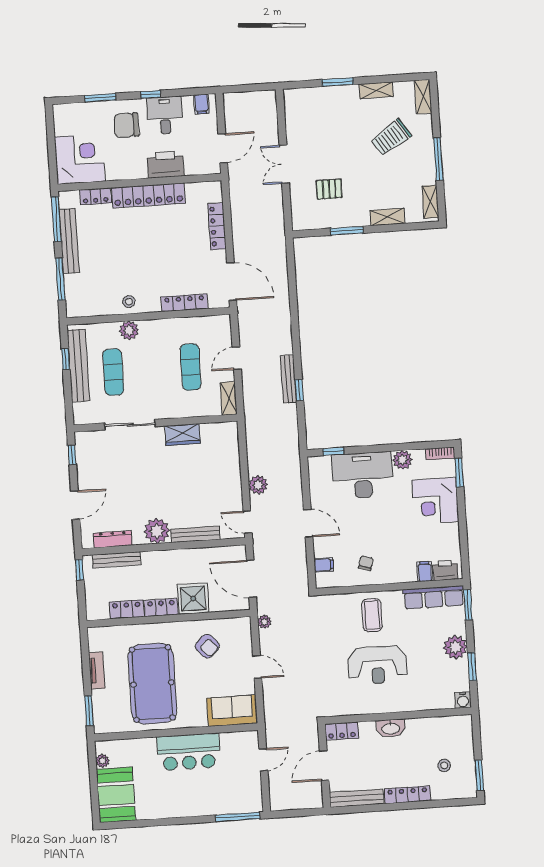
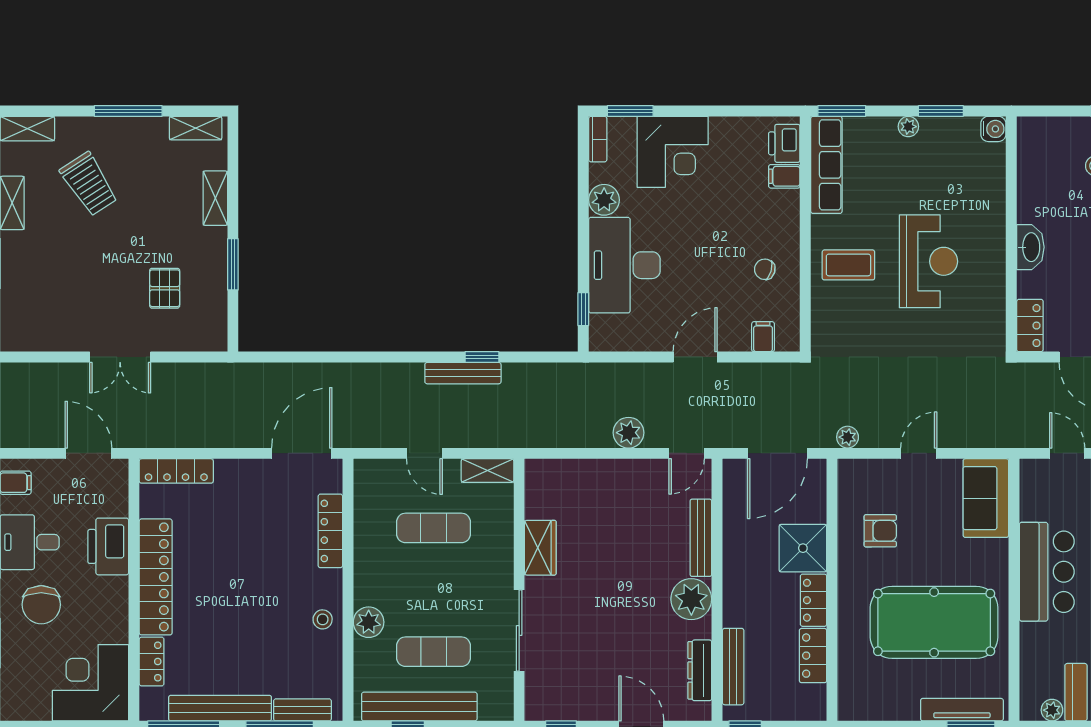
locker: (217, 226) -> (176, 471), moved
bench: (71, 293) -> (302, 710), added
armchair: (207, 646) -> (880, 531), turned 43
plant: (455, 647) -> (908, 127), width x0.53, depth x0.53
tv unit: (97, 670) -> (962, 710), moved, width x1.41

